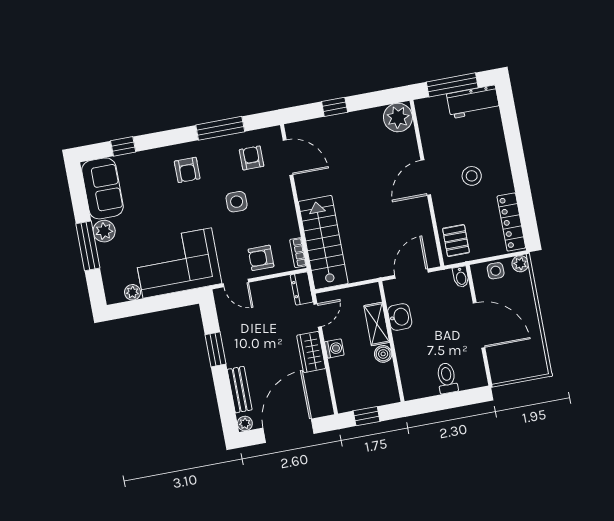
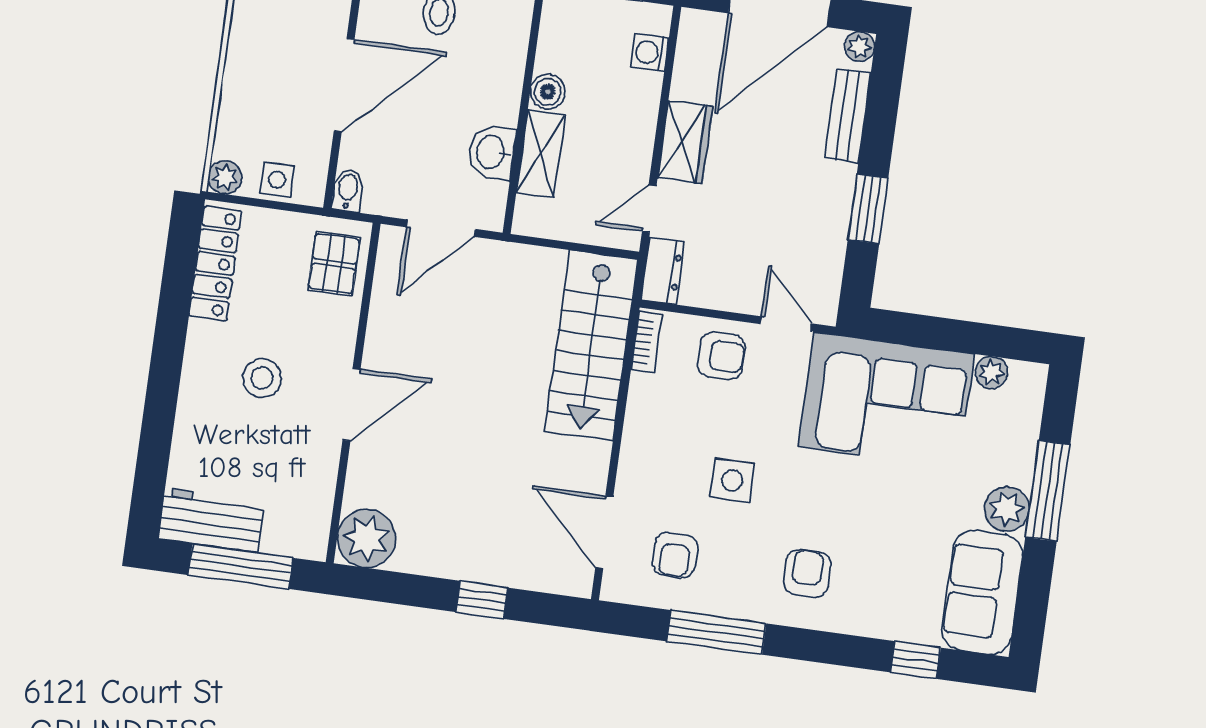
door: (479, 325) -> (344, 85), swing flipped
washing machine: (334, 348) -> (650, 53), moved

